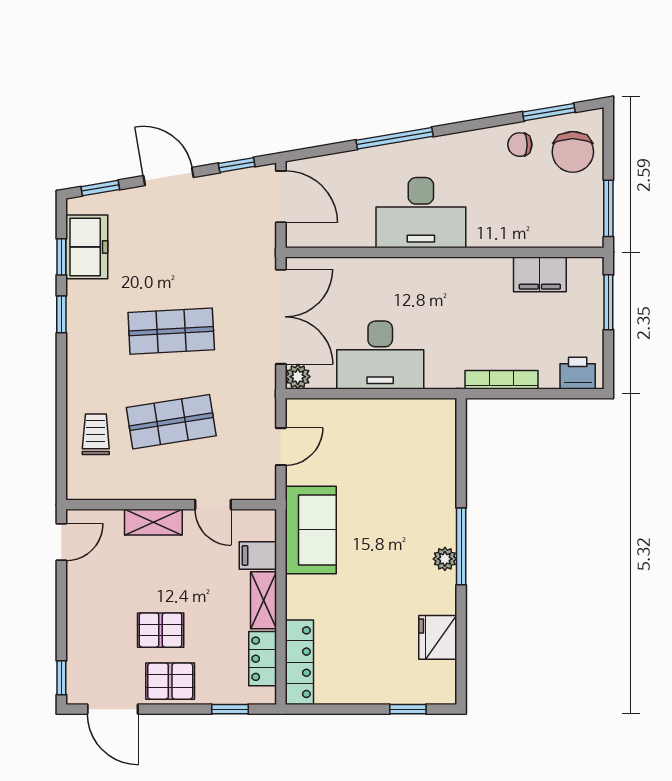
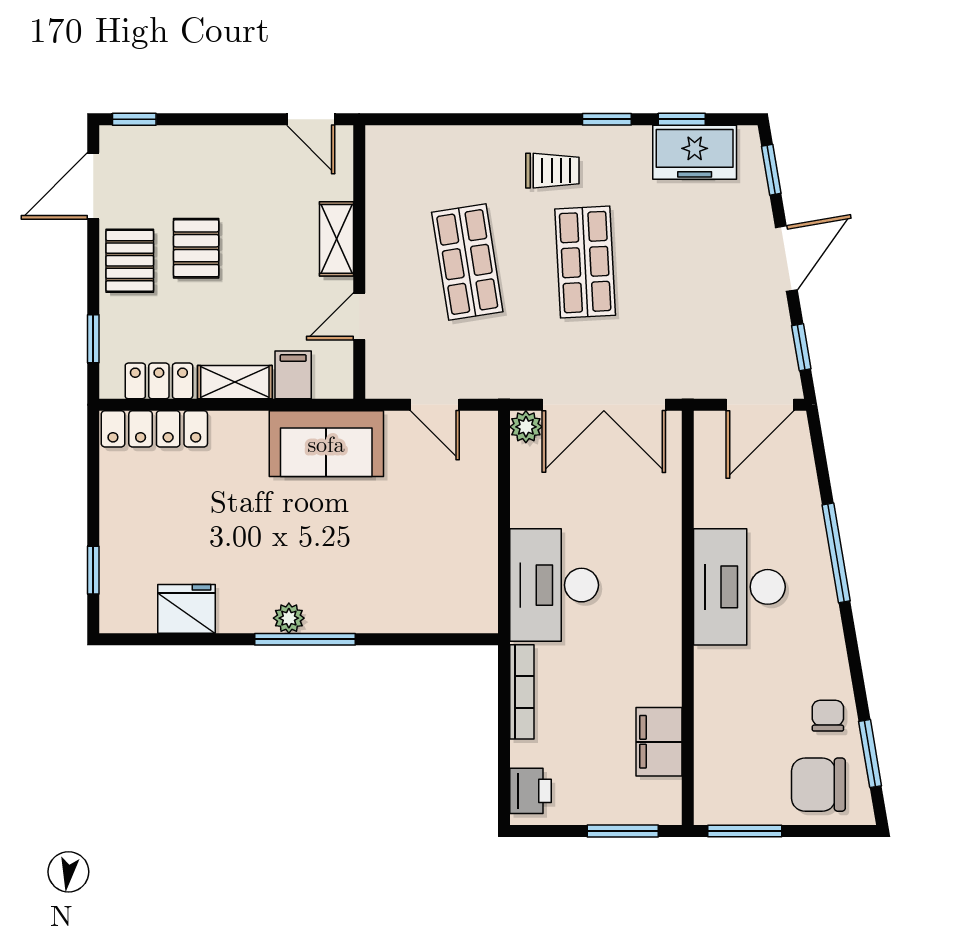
desk: (380, 355) -> (554, 585), moved
trolley: (96, 434) -> (552, 171), moved

